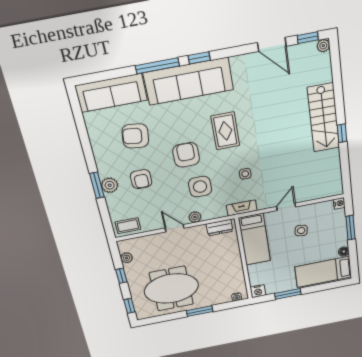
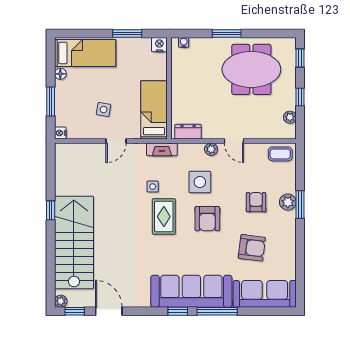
stairs: (324, 118) -> (74, 243), width x1.36, depth x1.51
rug: (225, 131) -> (164, 217), moved

